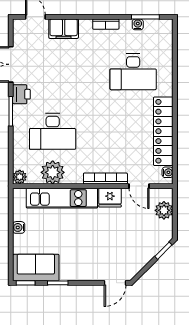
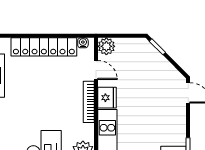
door: (139, 186) -> (96, 70), hinge flipped
plant: (164, 210) -> (106, 46), moved

